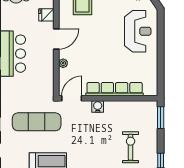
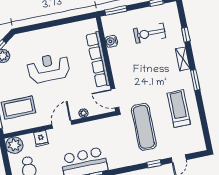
reception desk: (138, 31) -> (48, 68), moved
door: (56, 39) -> (62, 124), hinge flipped
water cooler: (98, 107) -> (111, 41), moved

